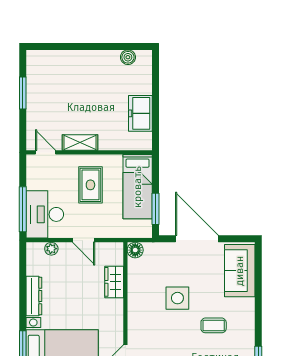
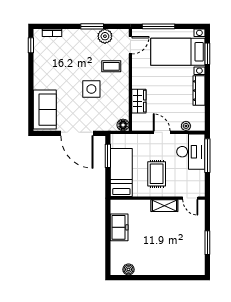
coffee table: (214, 325) -> (111, 66), moved

